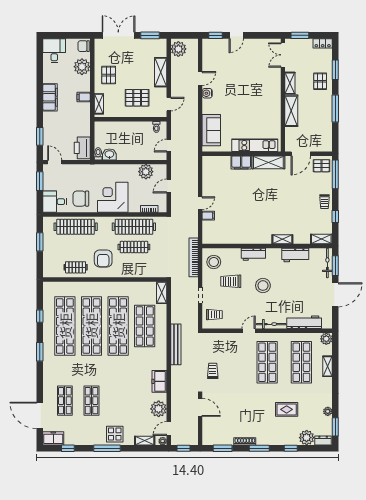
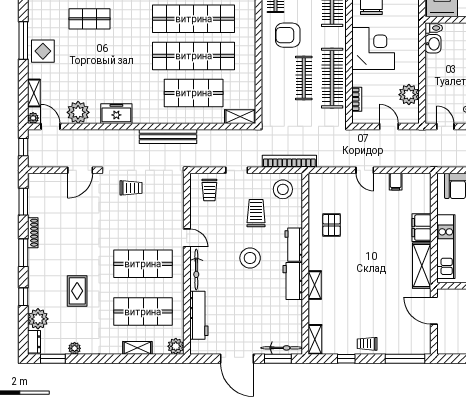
pallet: (321, 166) -> (332, 225), moved
filing cabinet: (208, 216) -> (396, 182), moved
workbench: (295, 255) -> (293, 281), moved

